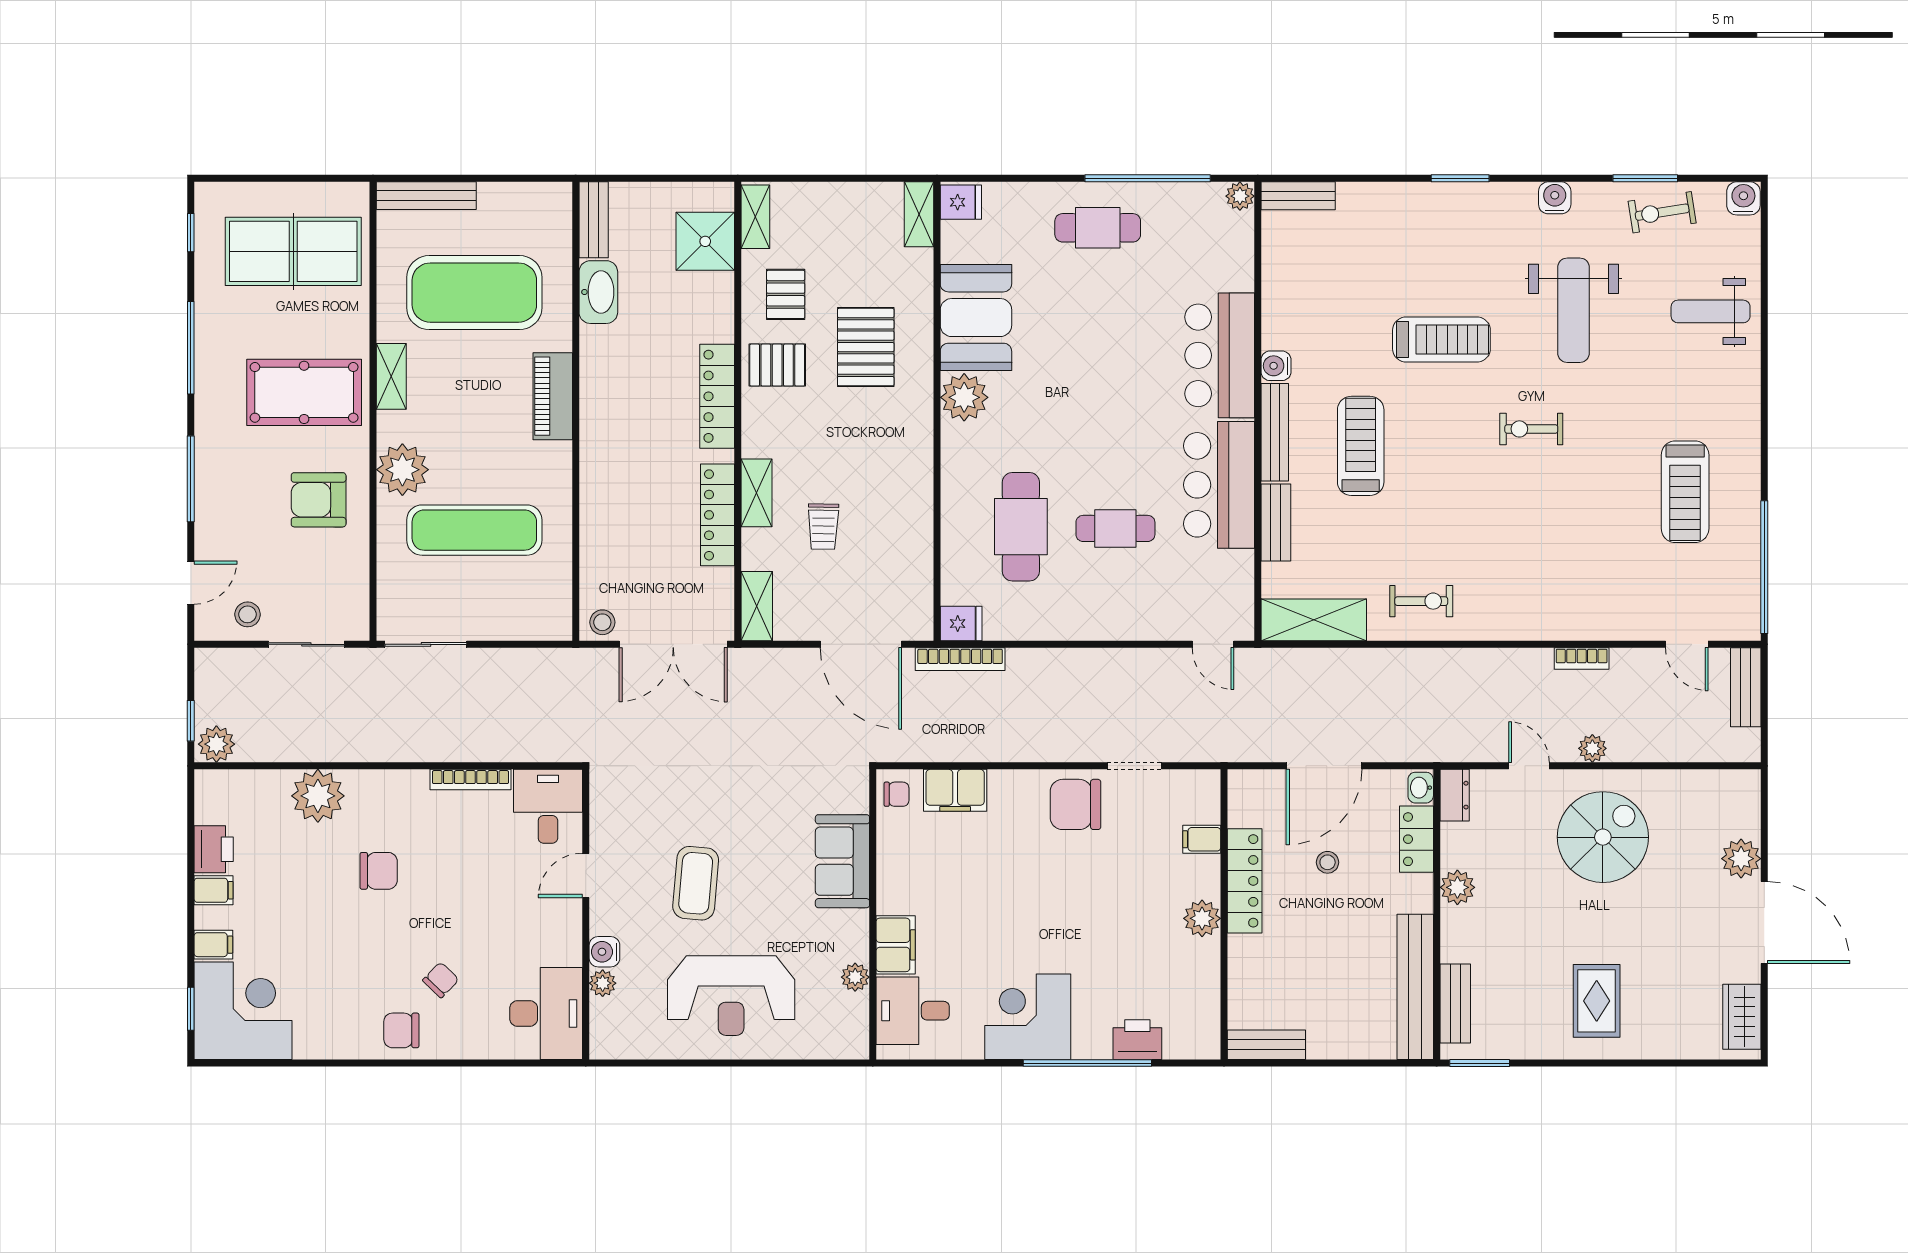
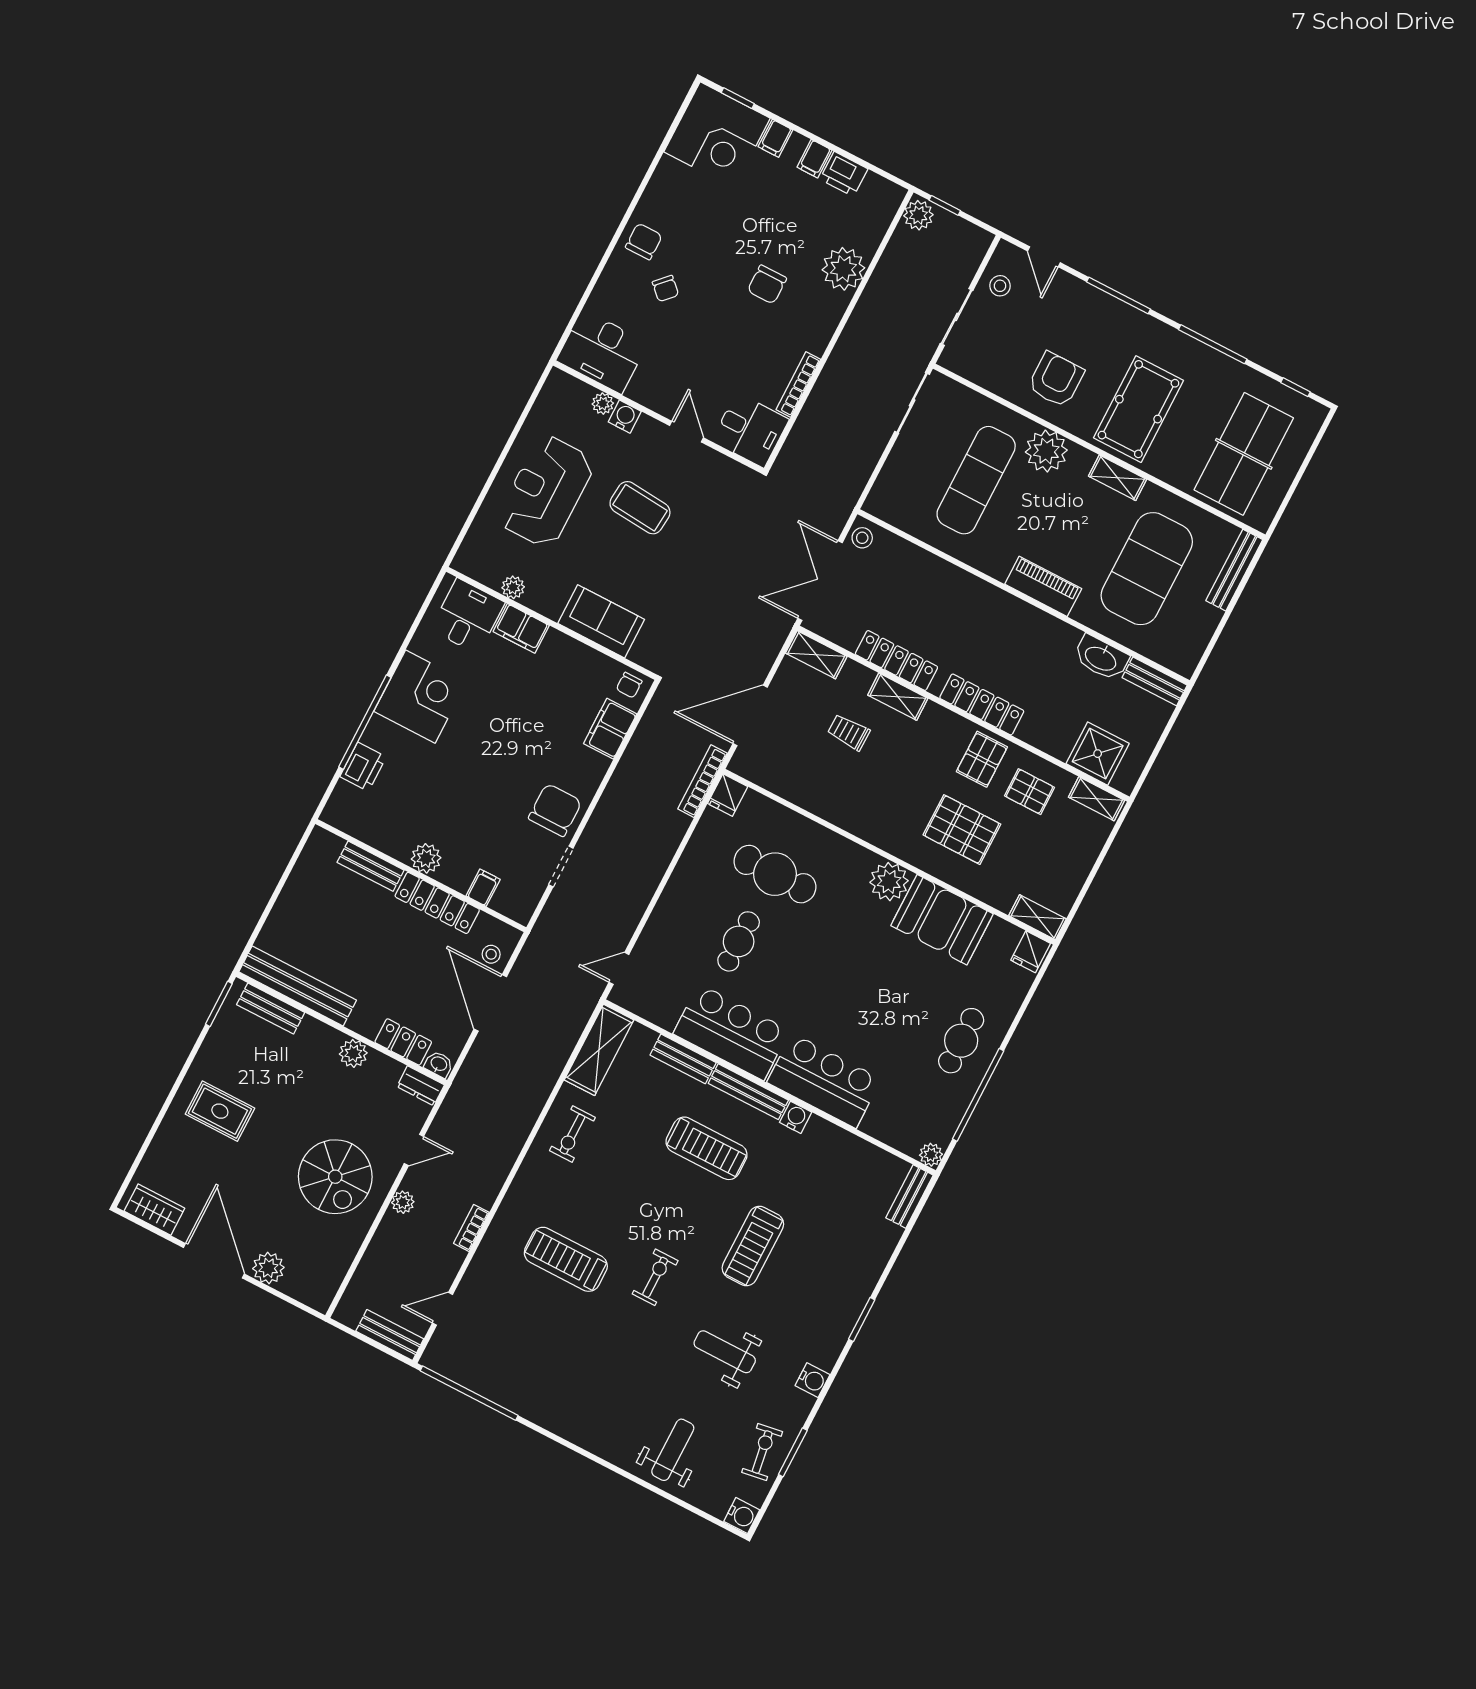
weight bench: (1574, 310) -> (725, 1352), width x0.73, depth x0.75
treadmill: (1685, 492) -> (566, 1259), moved
stool: (1328, 862) -> (491, 954), moved
door: (1764, 923) -> (214, 1261), swing flipped
bench: (1266, 1045) -> (371, 866), moved, turned 90

